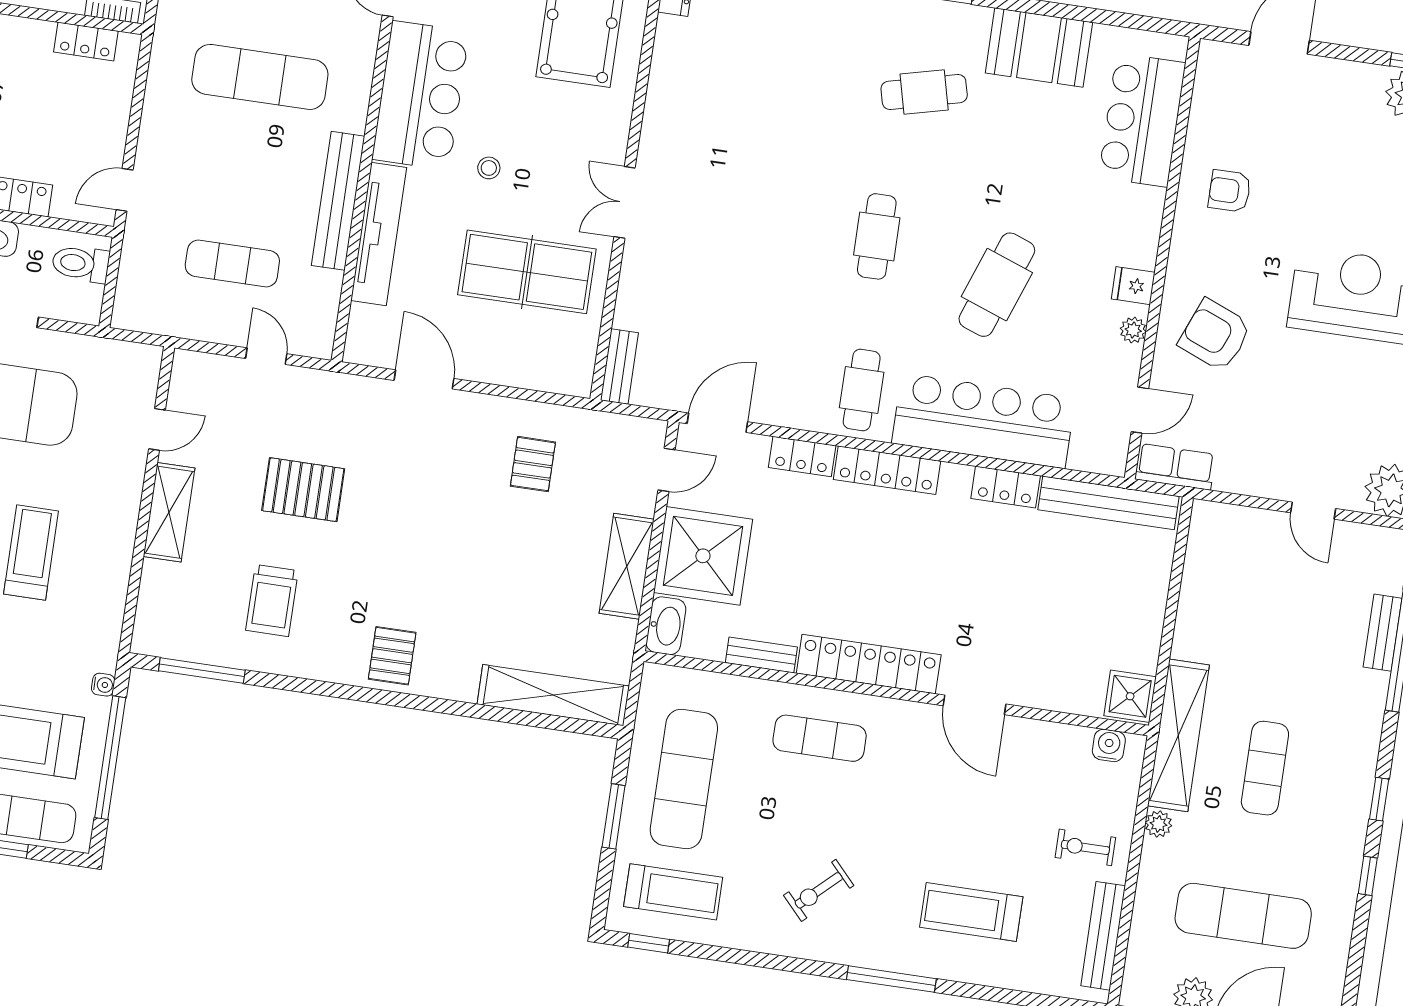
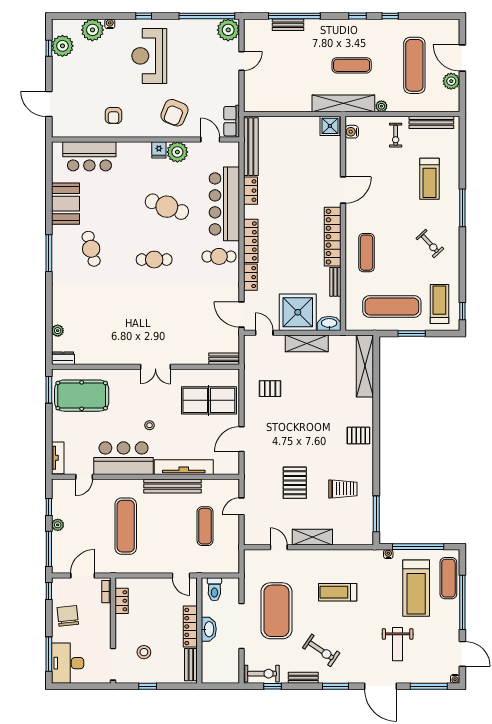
table tennis table: (527, 272) -> (209, 400), moved, turned 90
plant: (1133, 330) -> (177, 152), width x1.88, depth x1.88

